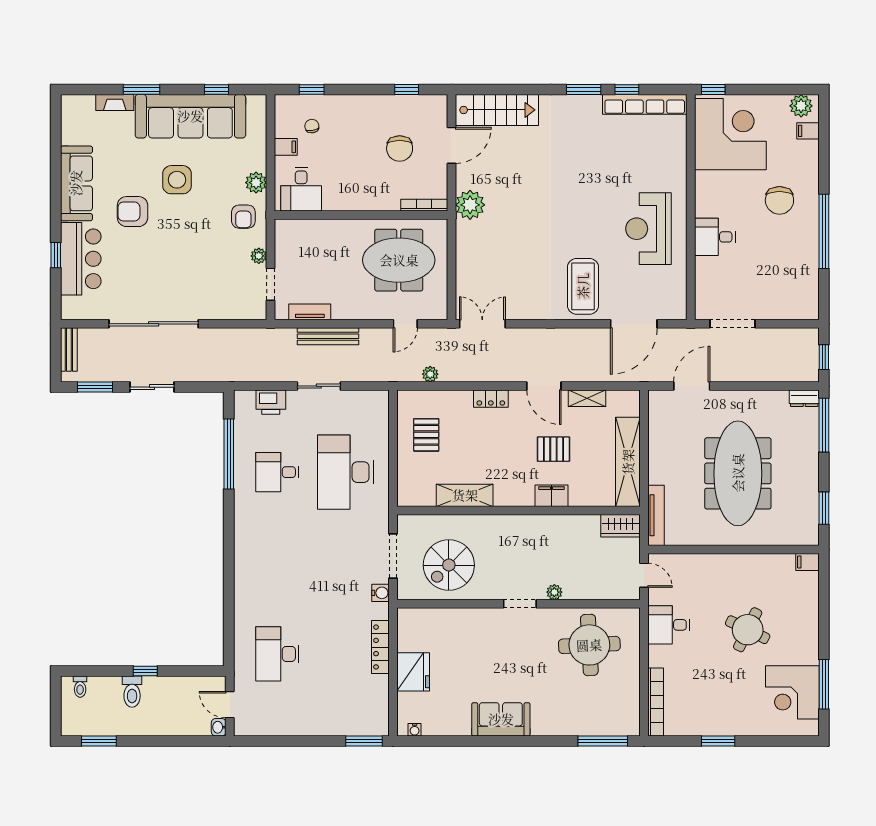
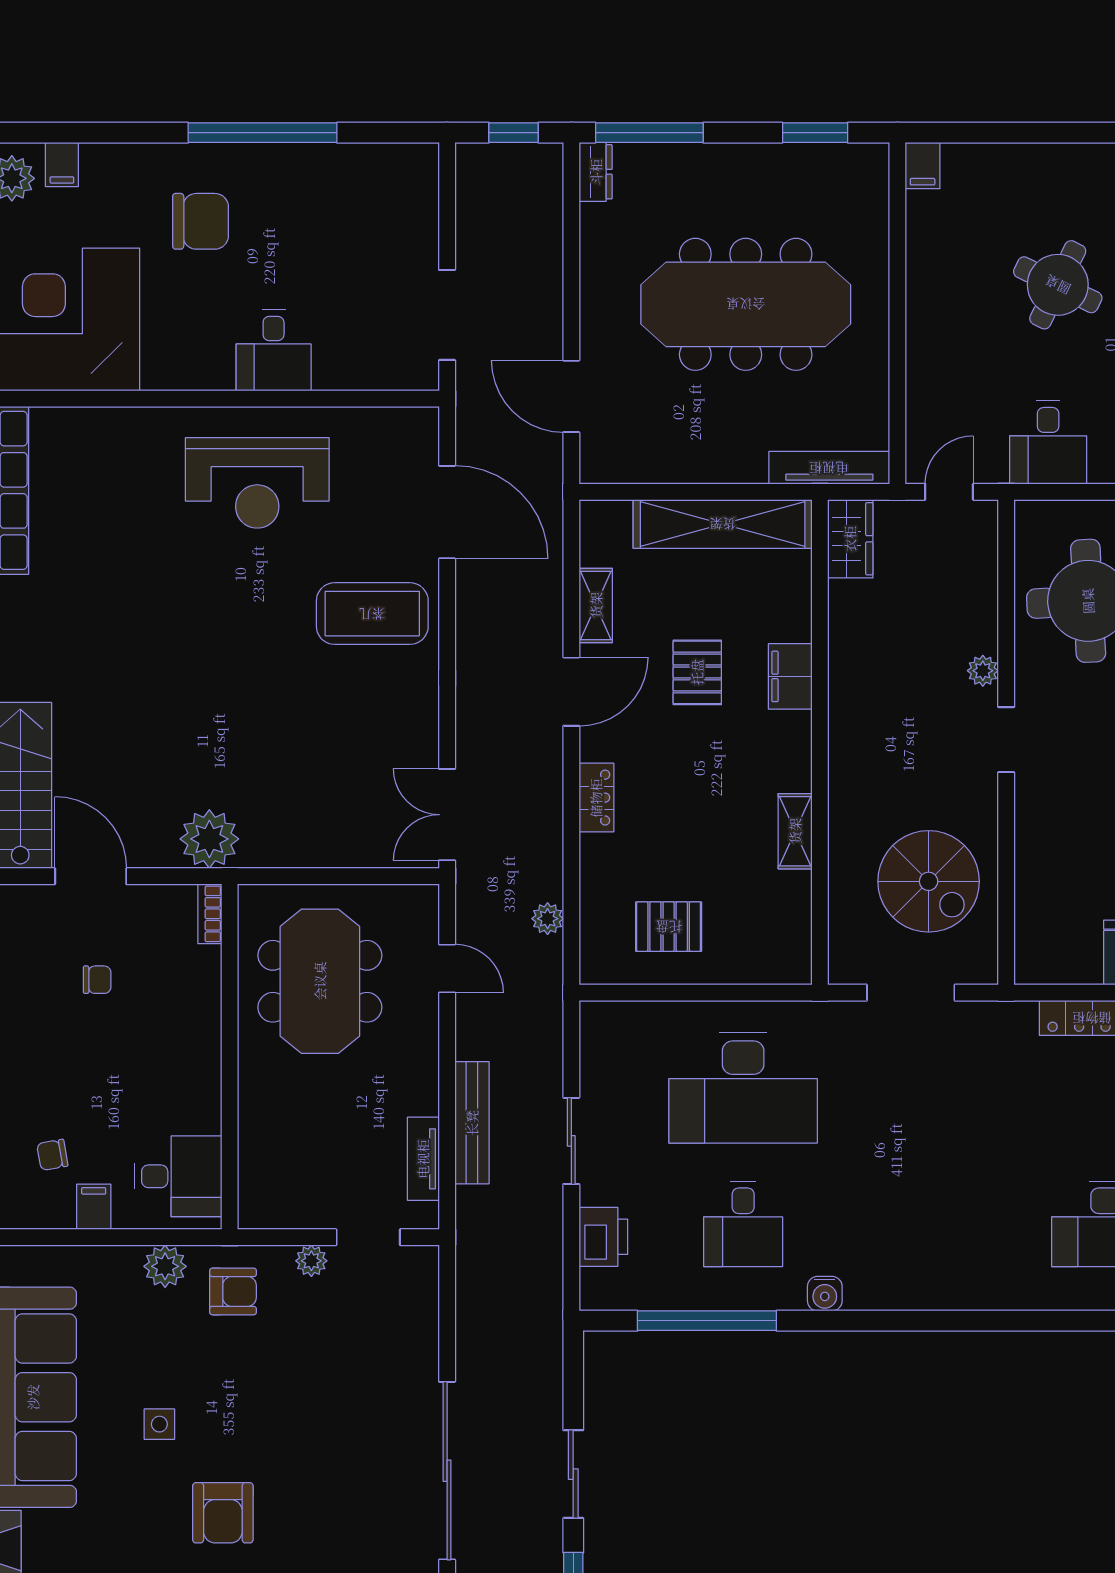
chair: (400, 149) -> (97, 980), width x0.54, depth x0.54
side table: (177, 180) -> (159, 1424), width x0.54, depth x0.54
bookcase: (424, 205) -> (210, 914), width x0.64
shelving: (465, 495) -> (795, 831), width x0.67, depth x0.75
water cooler: (381, 593) -> (825, 1294), moved, turned 180

